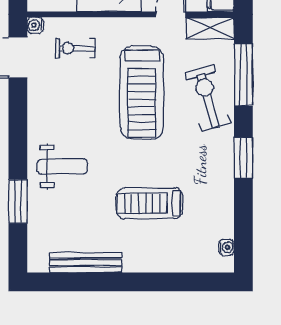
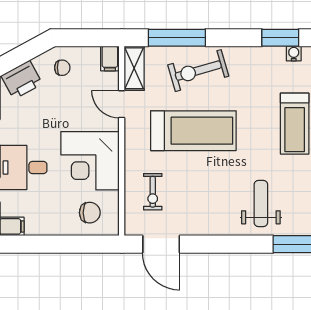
water cooler: (35, 25) -> (294, 54), moved, turned 180
window: (243, 158) -> (280, 38), moved

